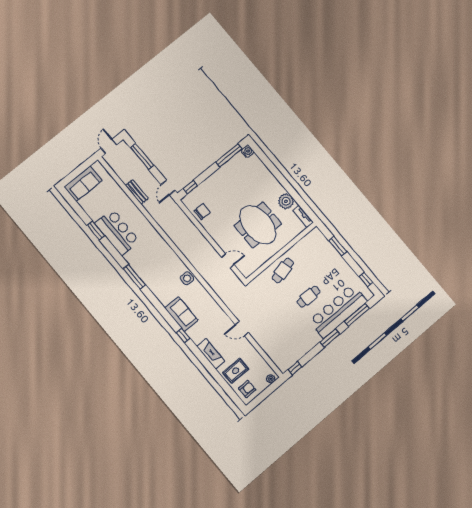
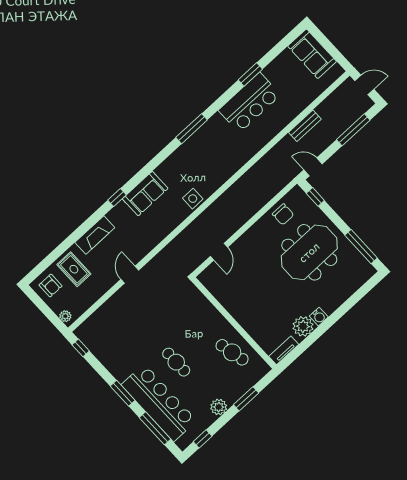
water cooler: (248, 151) -> (319, 317), moved
meeting table: (258, 225) -> (309, 252), moved
plant: (343, 267) -> (219, 407), added
cafe table: (283, 270) -> (232, 352), moved

